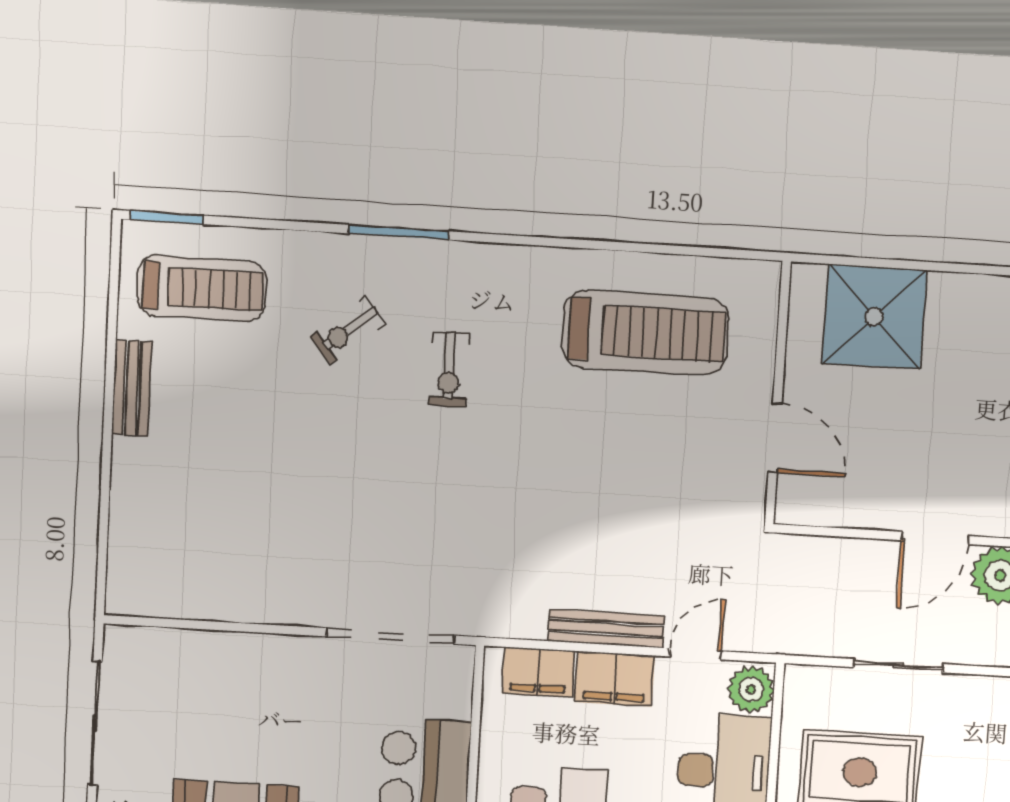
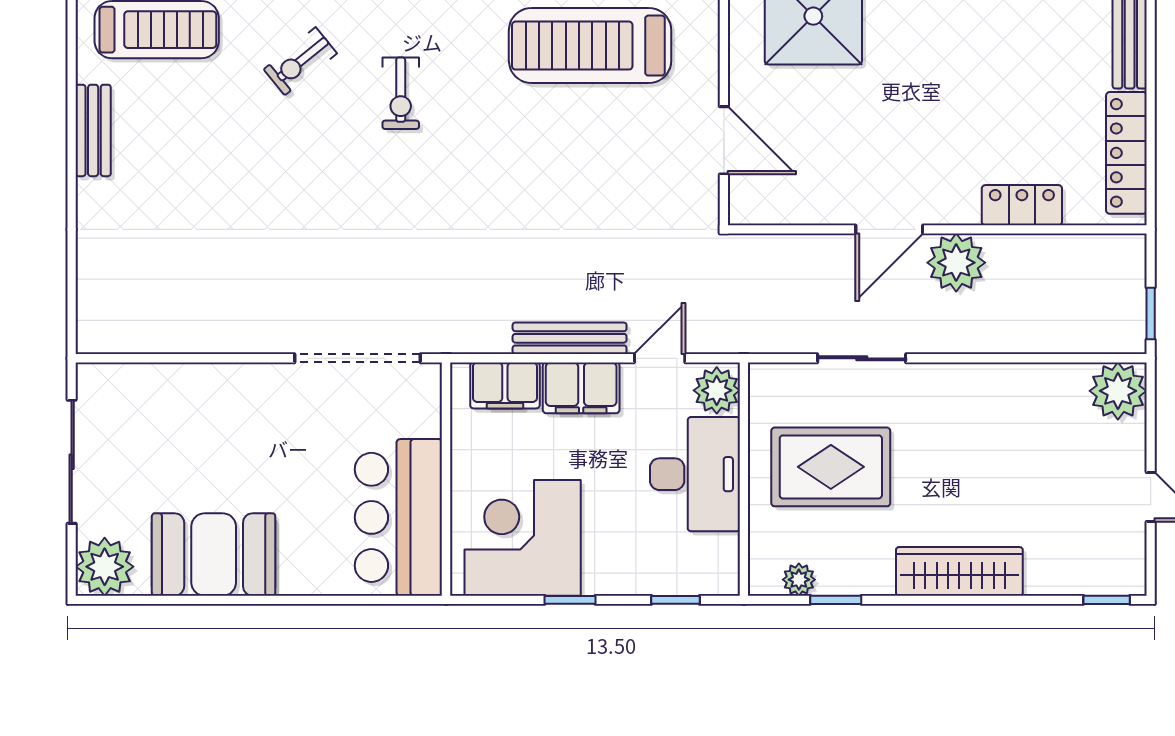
treadmill: (645, 333) -> (590, 46), turned 180

